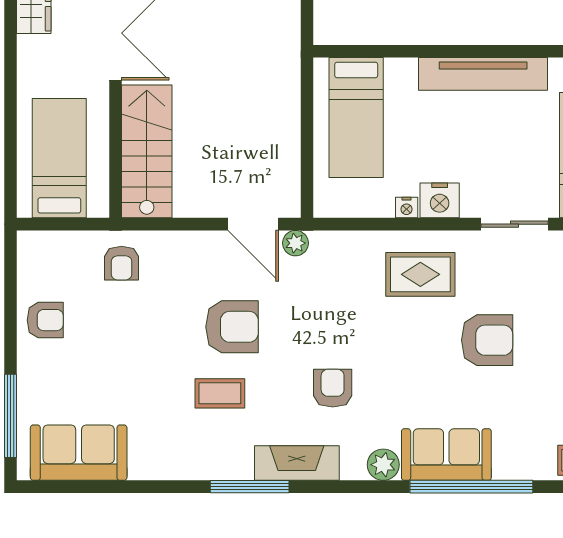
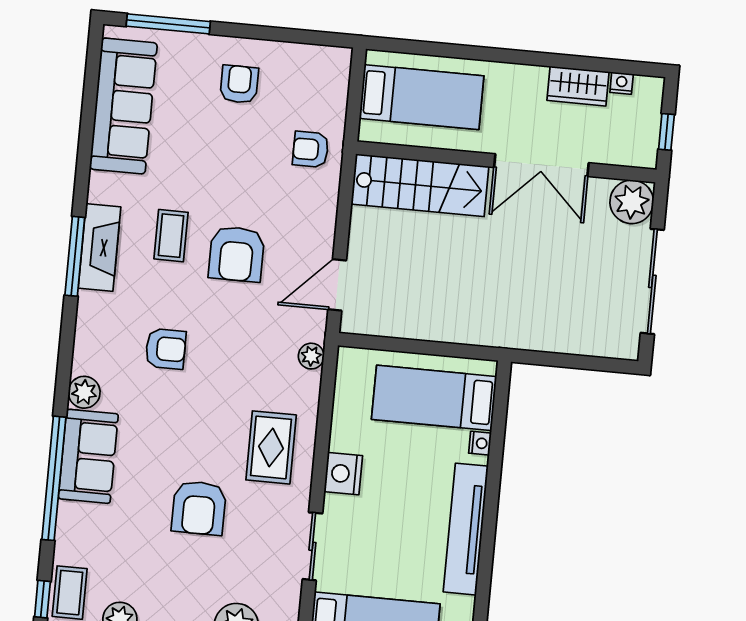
nightstand: (407, 208) -> (480, 443), moved, turned 180
plant: (295, 243) -> (311, 356), moved
armchair: (45, 320) -> (239, 84), moved, turned 180
sofa: (79, 453) -> (123, 106), width x1.36
fireplace: (297, 463) -> (99, 247), moved

